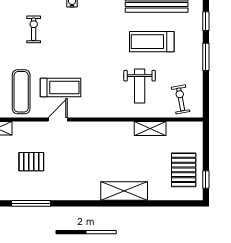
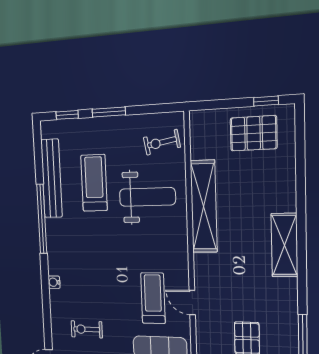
treadmill: (152, 42) -> (94, 183), turned 180
weight bench: (140, 86) -> (147, 197), width x1.36, depth x1.33
shelving: (150, 128) -> (204, 206), width x2.20, depth x1.33
shelving: (124, 191) -> (284, 245), moved

